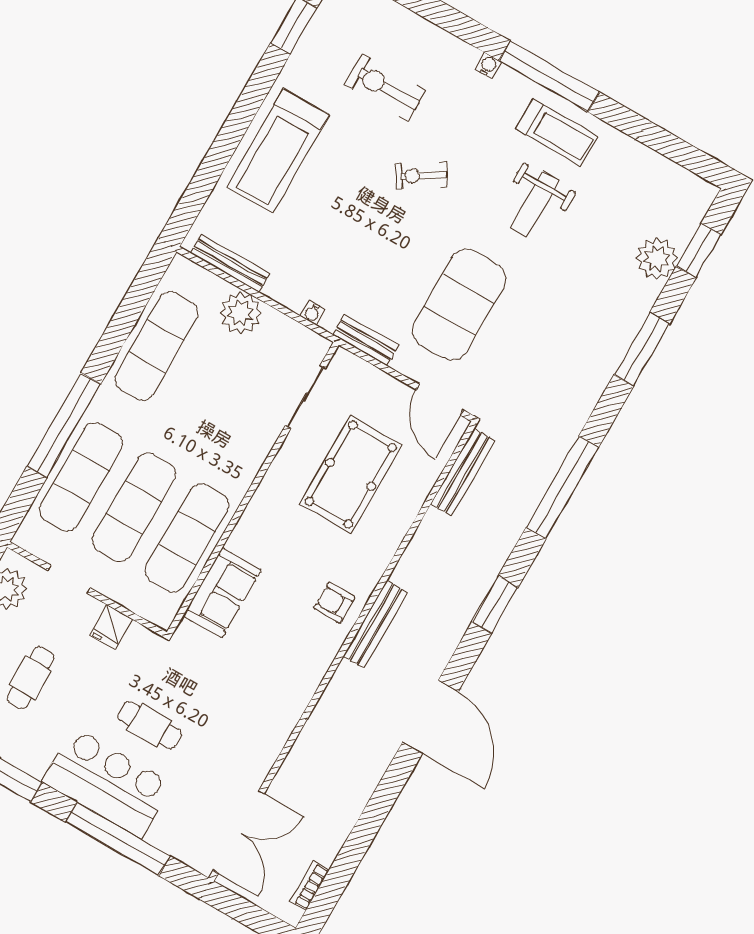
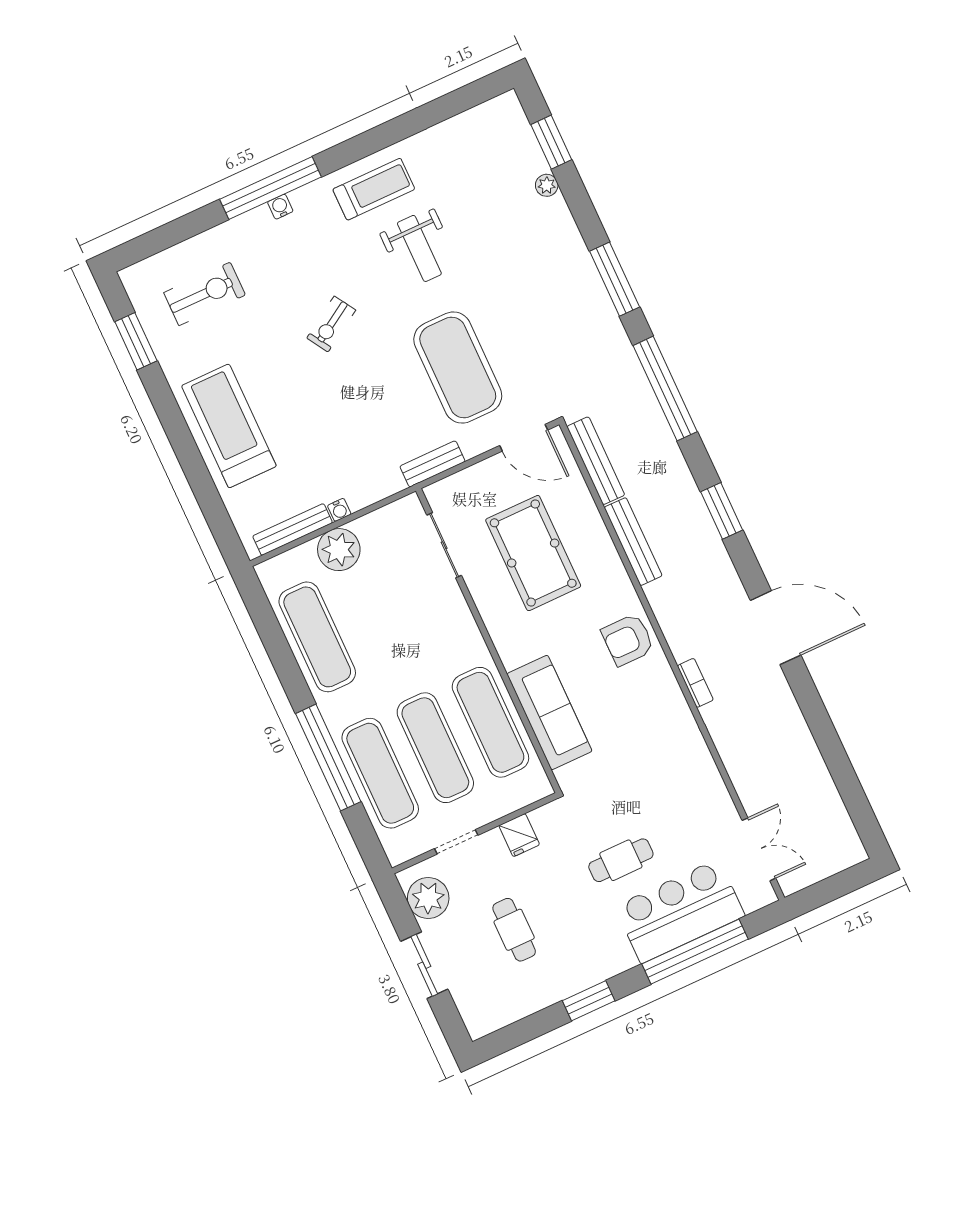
window: (549, 76) -> (271, 188), moved
exercise bike: (385, 87) -> (205, 294), moved, turned 180
treadmill: (278, 151) -> (229, 426), turned 180
plant: (657, 258) -> (547, 185), width x0.53, depth x0.53
water cooler: (313, 313) -> (339, 510), moved
window: (642, 349) -> (615, 279), moved
sofa: (222, 593) -> (549, 713), width x1.36
armchair: (334, 603) -> (628, 640), width x1.38, depth x1.38
bench: (375, 624) -> (633, 542), moved
bar counter: (107, 783) -> (680, 911), moved
double door: (239, 832) -> (759, 849), width x0.73
bookcase: (310, 886) -> (695, 683), moved, turned 180

